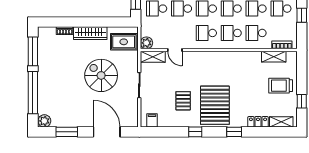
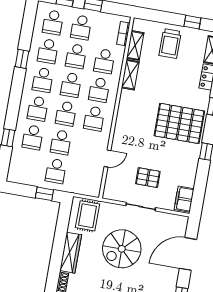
plant: (147, 43) -> (93, 190), removed
shelving: (153, 57) -> (130, 75), moved
pallet: (183, 101) -> (148, 178), moved
filing cabinet: (152, 120) -> (184, 199), width x2.00

